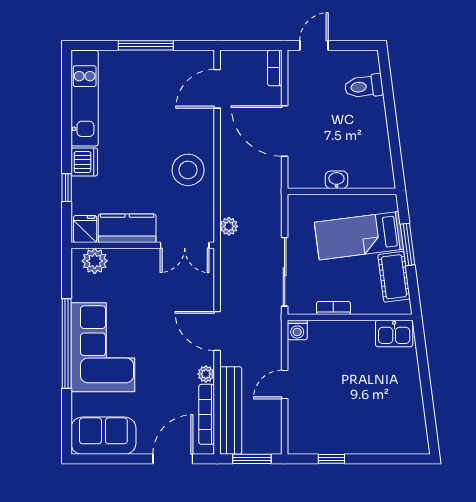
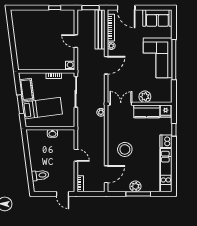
door: (314, 45) -> (63, 194), hinge flipped
plant: (152, 62) -> (135, 186), added
door: (285, 131) -> (76, 155), width x0.53
stool: (188, 170) -> (125, 149), moved
plant: (95, 261) -> (145, 97), moved
door: (217, 331) -> (106, 65), hinge flipped
kitchen sink: (394, 334) -> (27, 64), removed
door: (285, 384) -> (76, 41), swing flipped
door: (173, 459) -> (126, 8), hinge flipped

